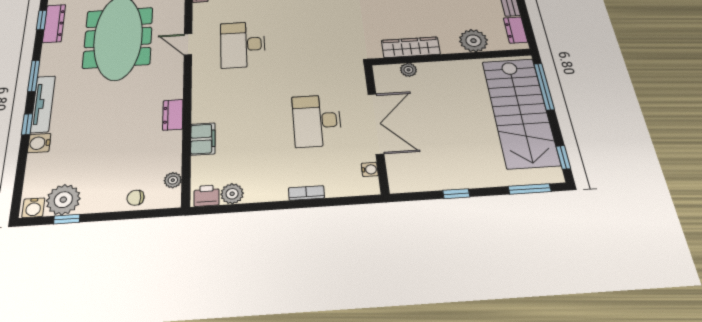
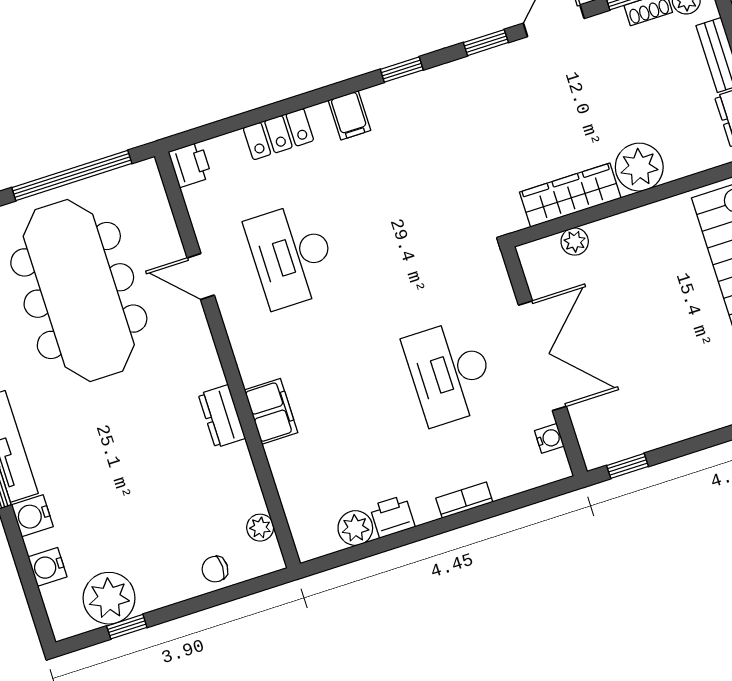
plant: (473, 41) -> (639, 167), moved
filing cabinet: (203, 139) -> (271, 411), moved
window: (456, 194) -> (628, 466), moved
printer: (207, 196) -> (392, 516), moved
water cooler: (33, 208) -> (47, 567), moved, turned 90

